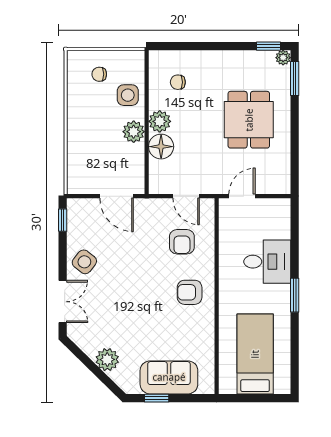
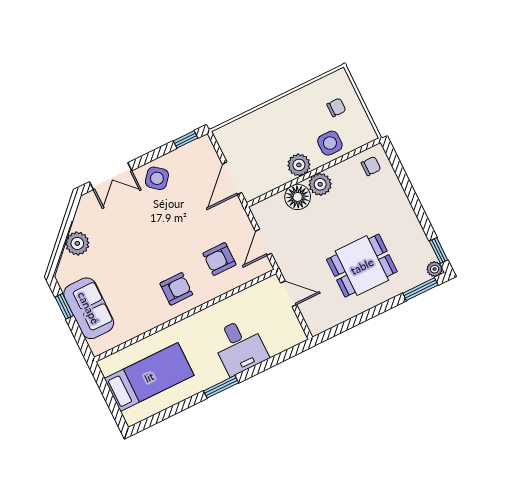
chair: (99, 74) -> (336, 107), turned 90
chair: (178, 82) -> (371, 166), moved, turned 90
armchair: (190, 292) -> (176, 289), turned 90

